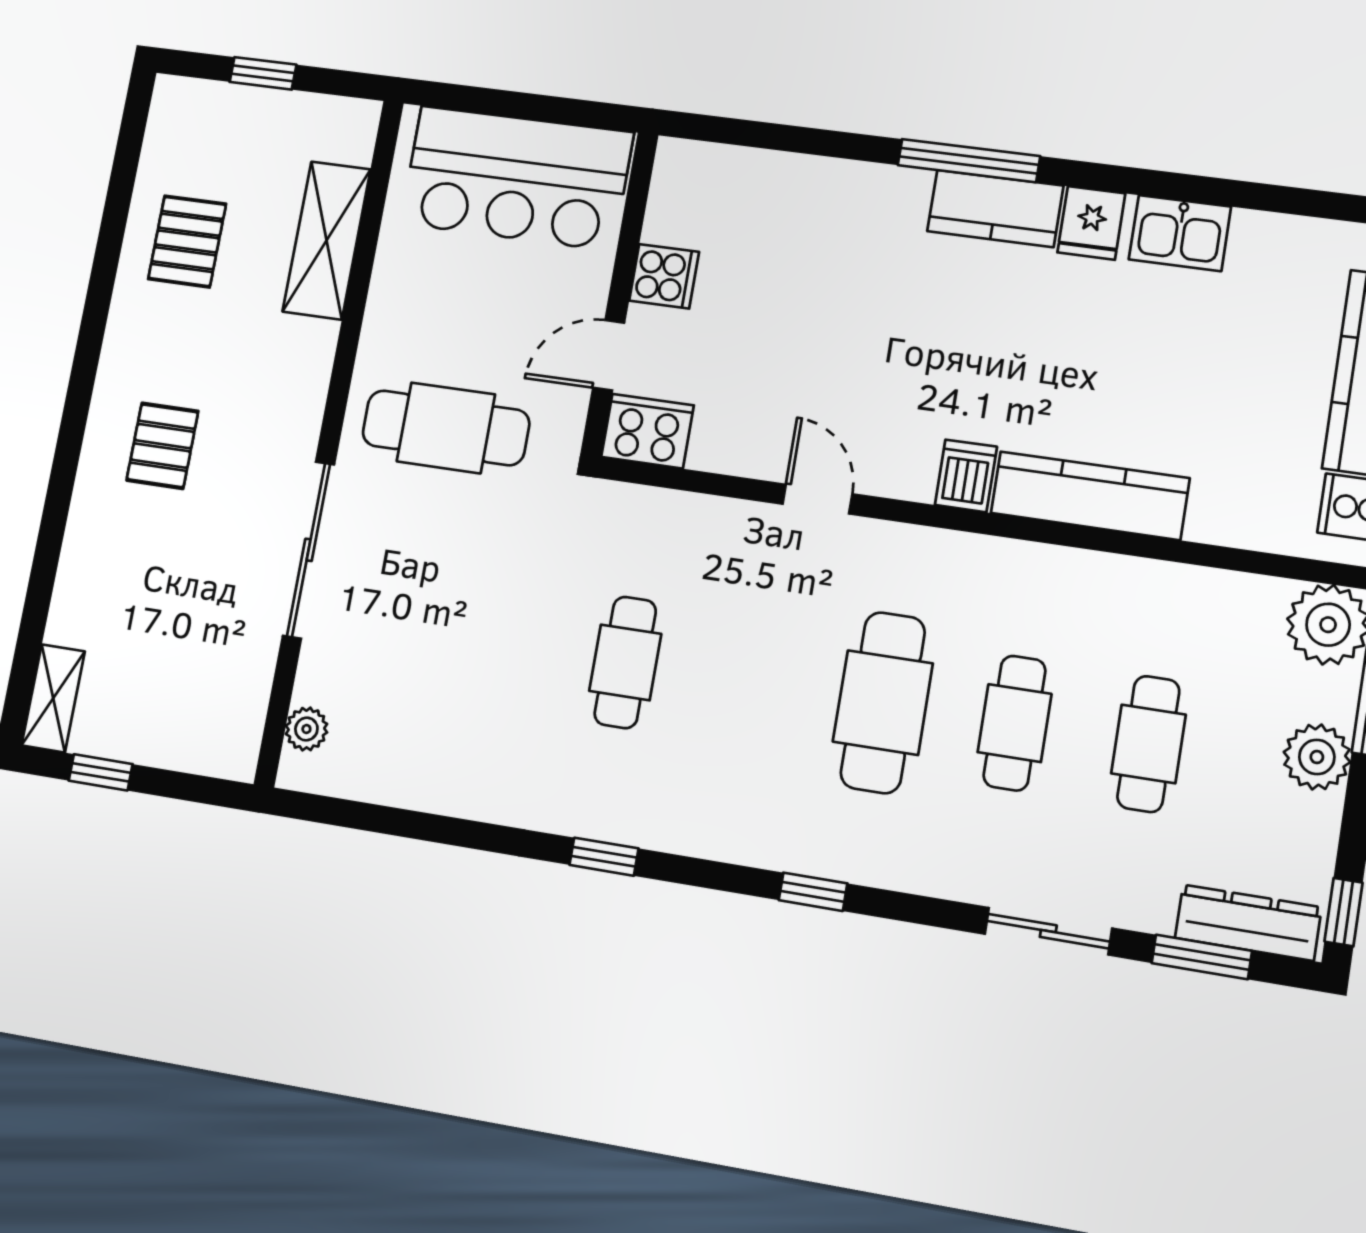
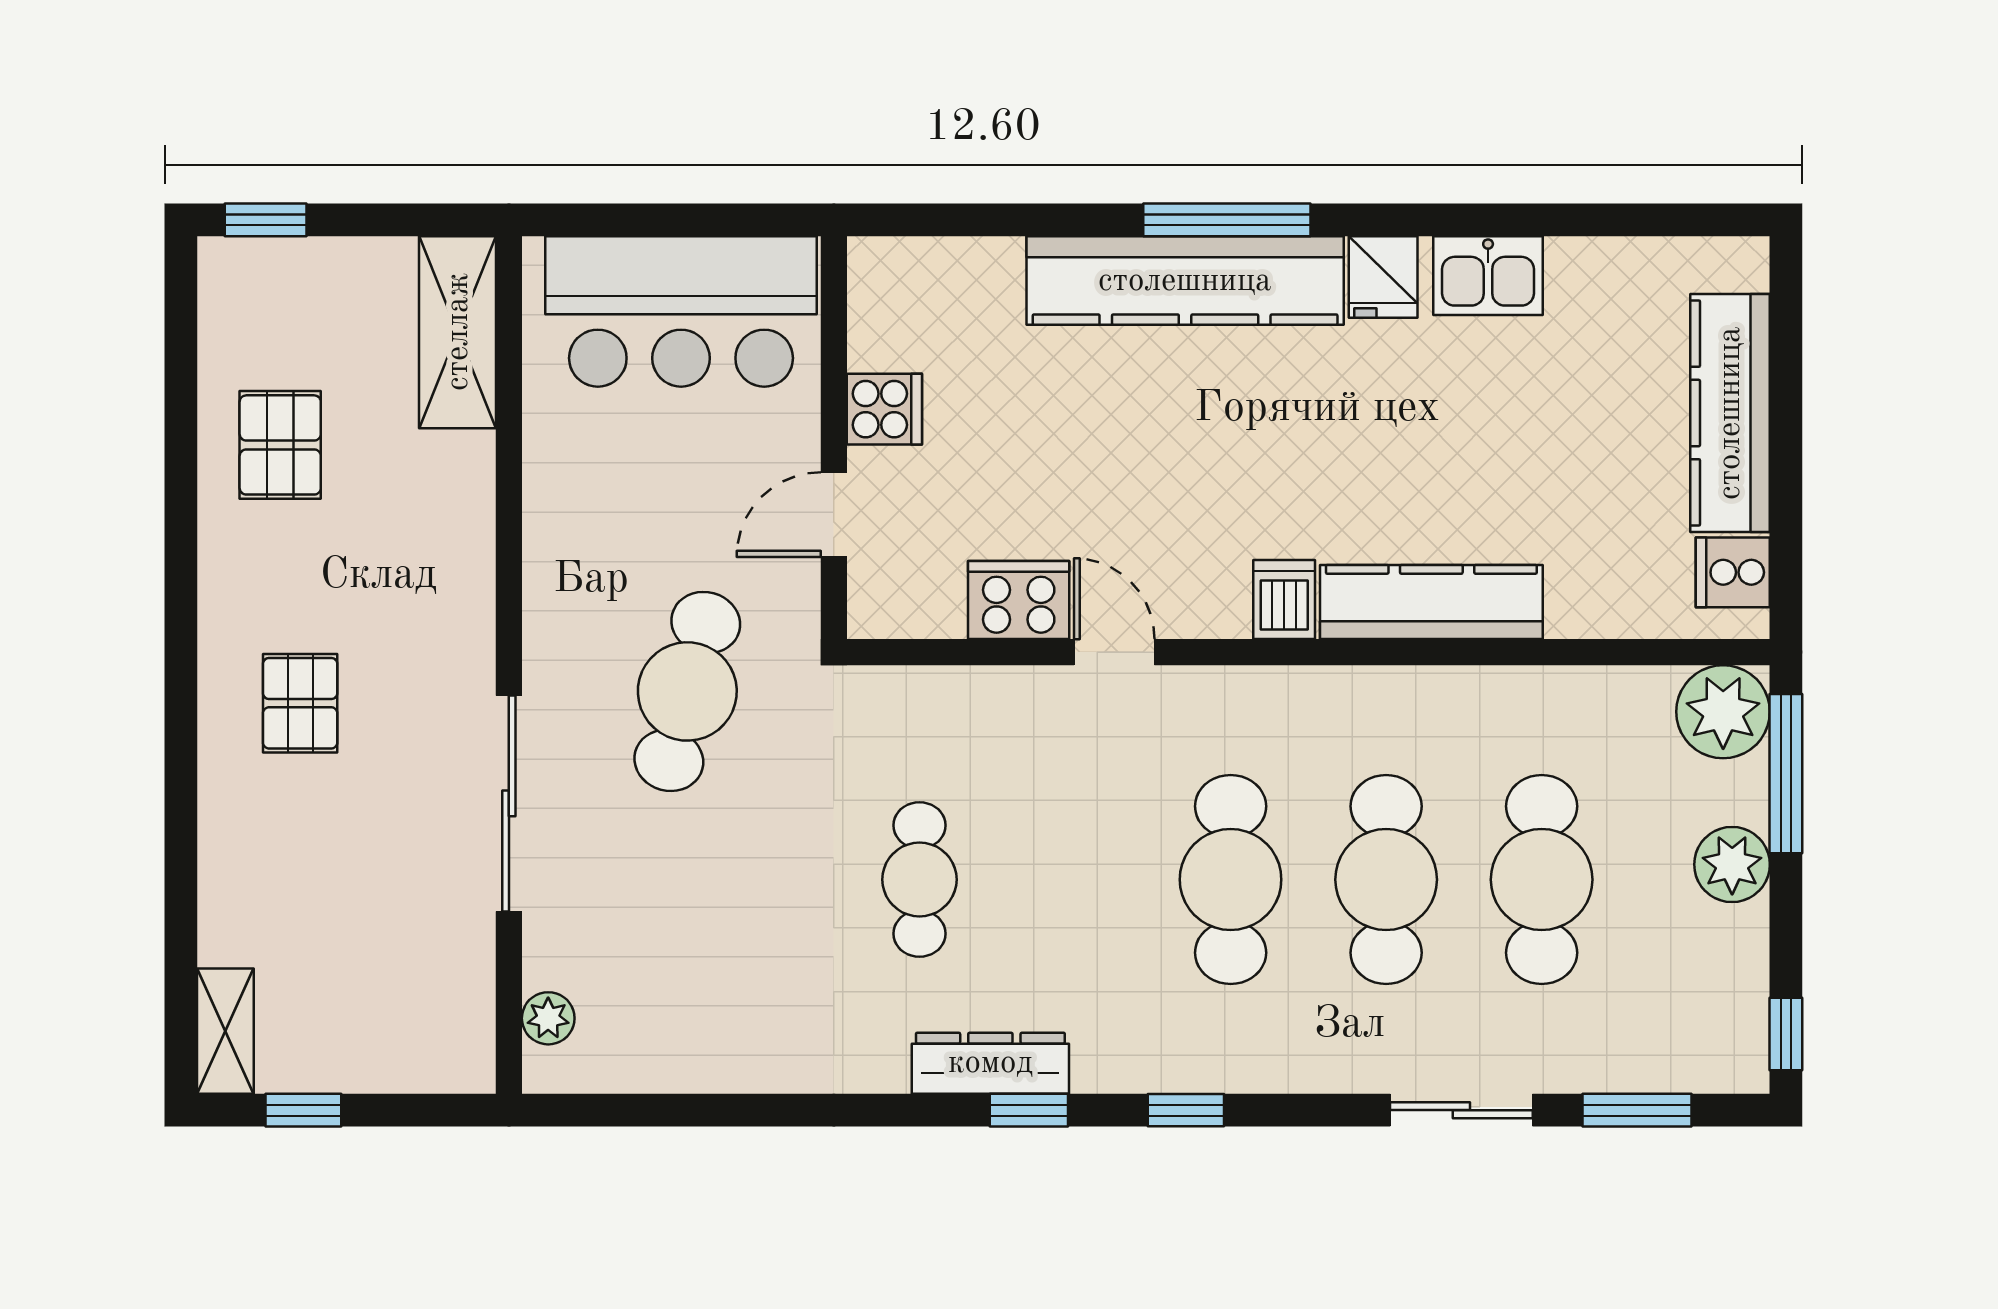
window: (263, 73) -> (266, 220), moved
kitchen counter: (995, 208) -> (1185, 281), width x2.08, depth x1.17
shelving: (327, 240) -> (458, 332), moved
cafe table: (446, 428) -> (687, 691), moved, turned -75
cooker: (647, 431) -> (1019, 600), moved
cafe table: (1015, 723) -> (1386, 880), width x1.37, depth x1.35
cafe table: (1148, 744) -> (1542, 880), width x1.37, depth x1.35
window: (604, 857) -> (1029, 1110), moved
dresser: (1248, 923) -> (990, 1063), moved

